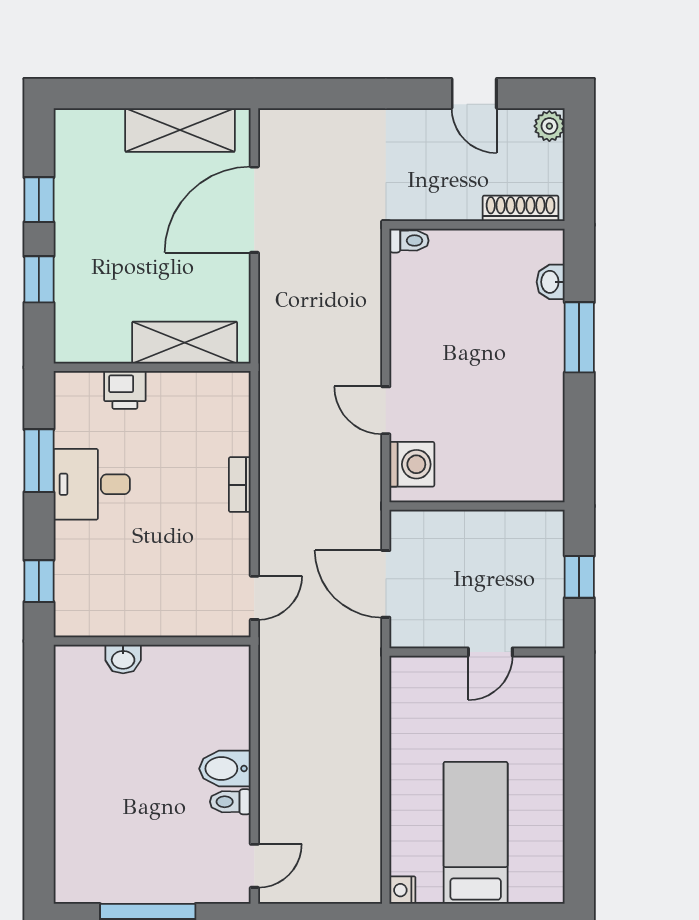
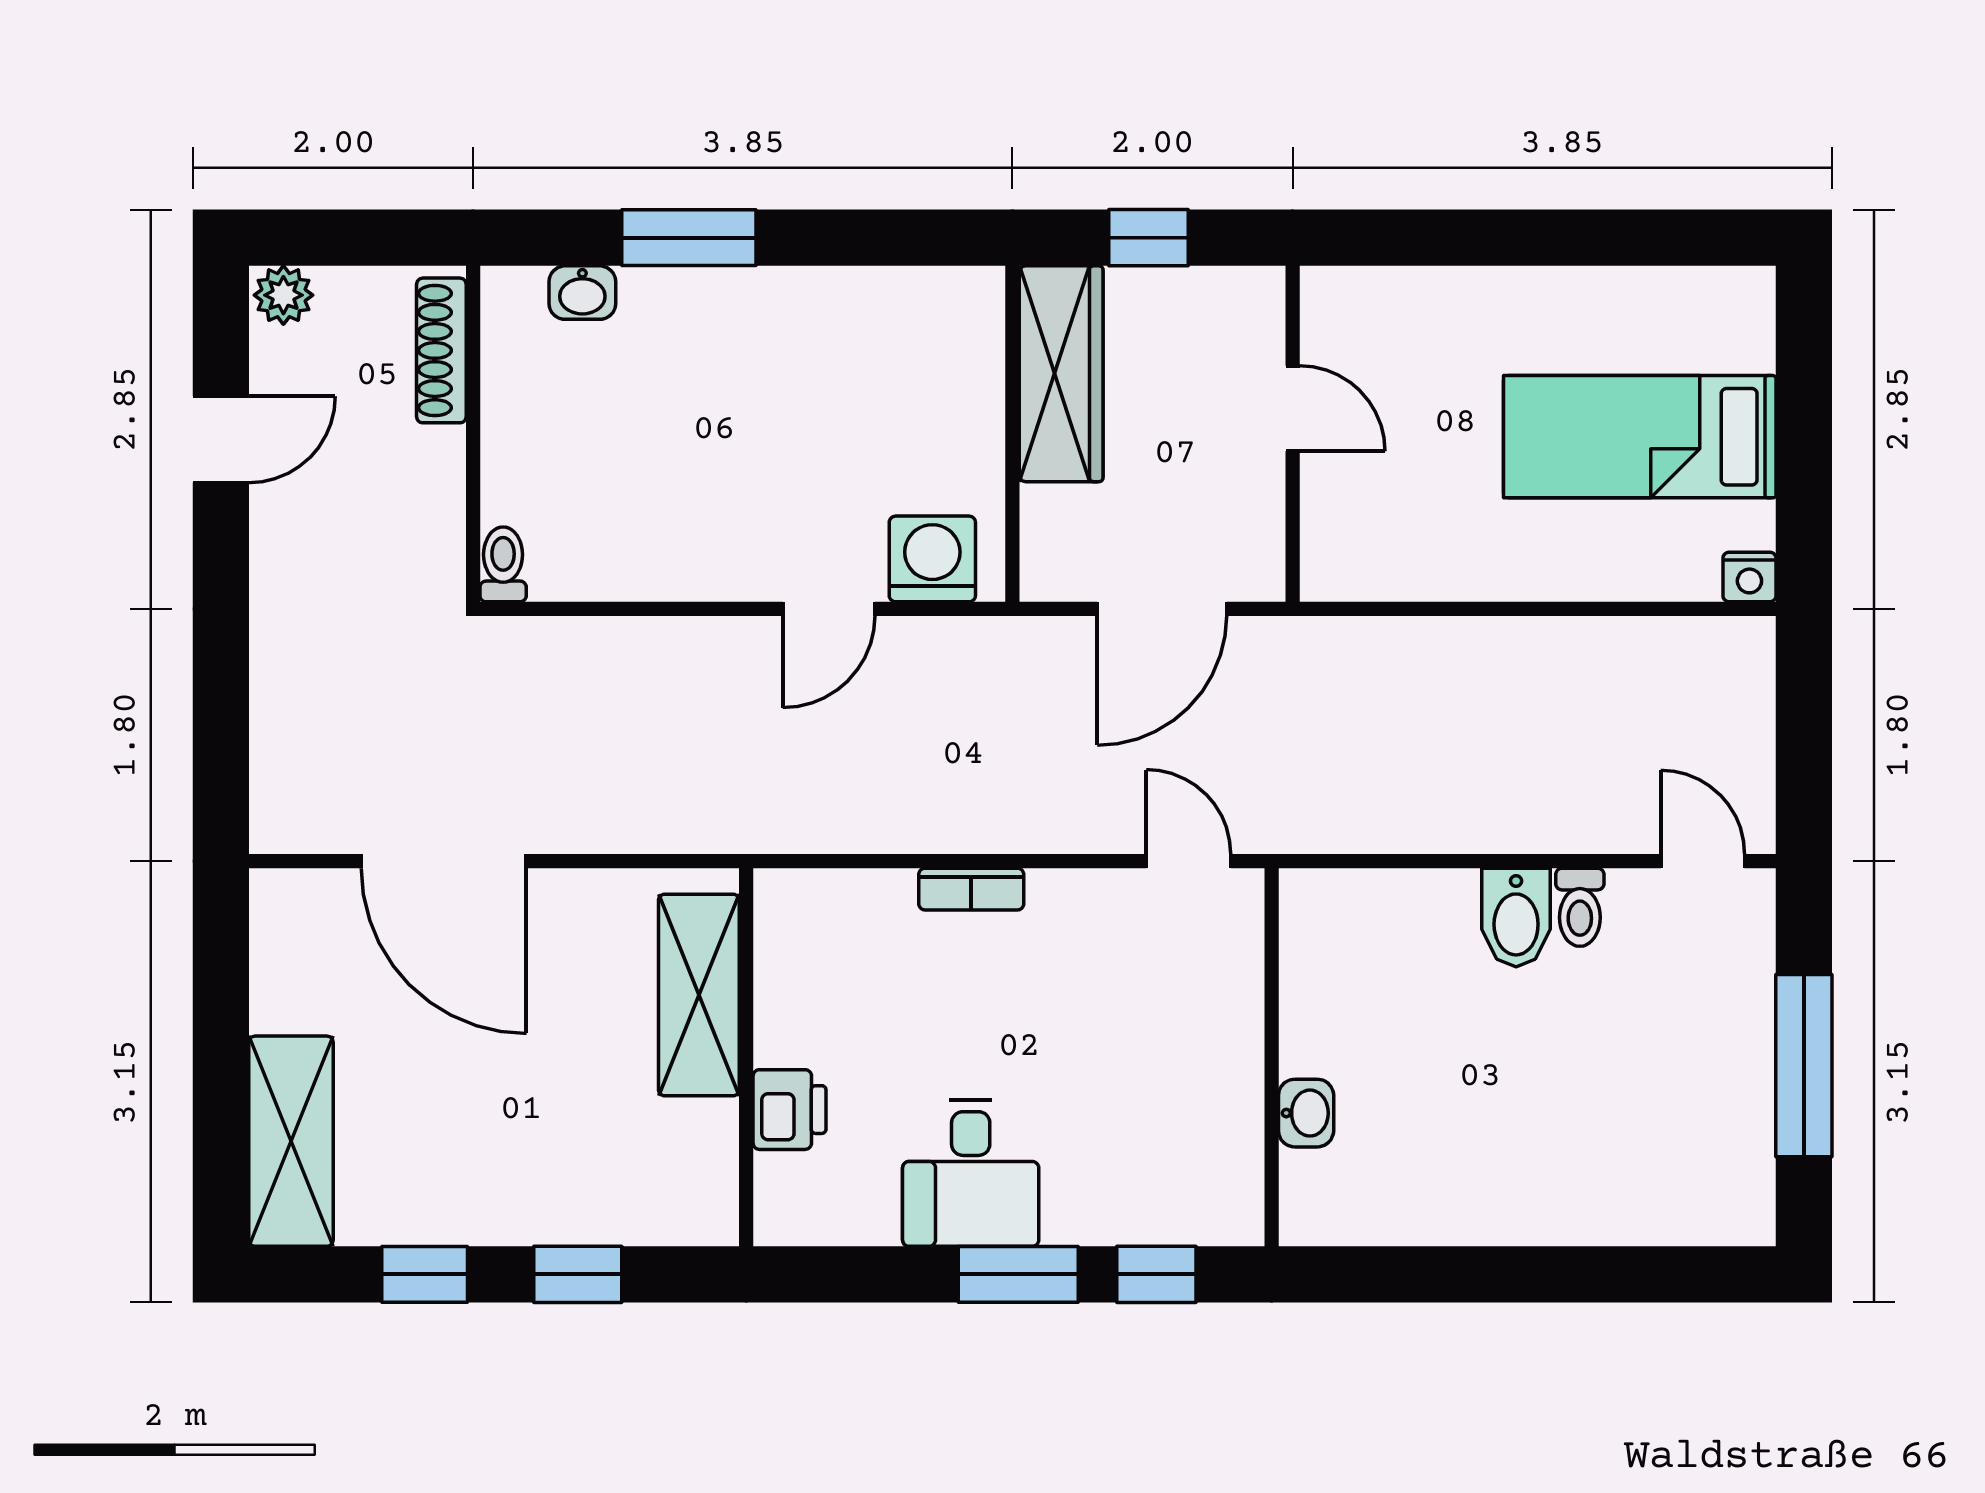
shelving: (180, 130) -> (291, 1141), moved
window: (39, 461) -> (1018, 1274), moved
wardrobe: (508, 531) -> (1061, 374), added

